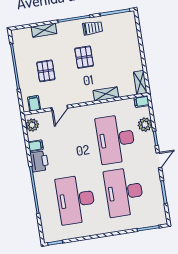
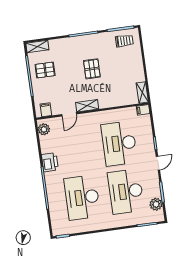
trolley: (93, 28) -> (124, 41), moved
shelving: (44, 30) -> (37, 46), moved
pallet: (46, 71) -> (45, 70), moved, turned 90
shelving: (106, 94) -> (87, 106), moved
plant: (145, 125) -> (156, 204), moved
filing cabinet: (36, 146) -> (47, 148), removed

